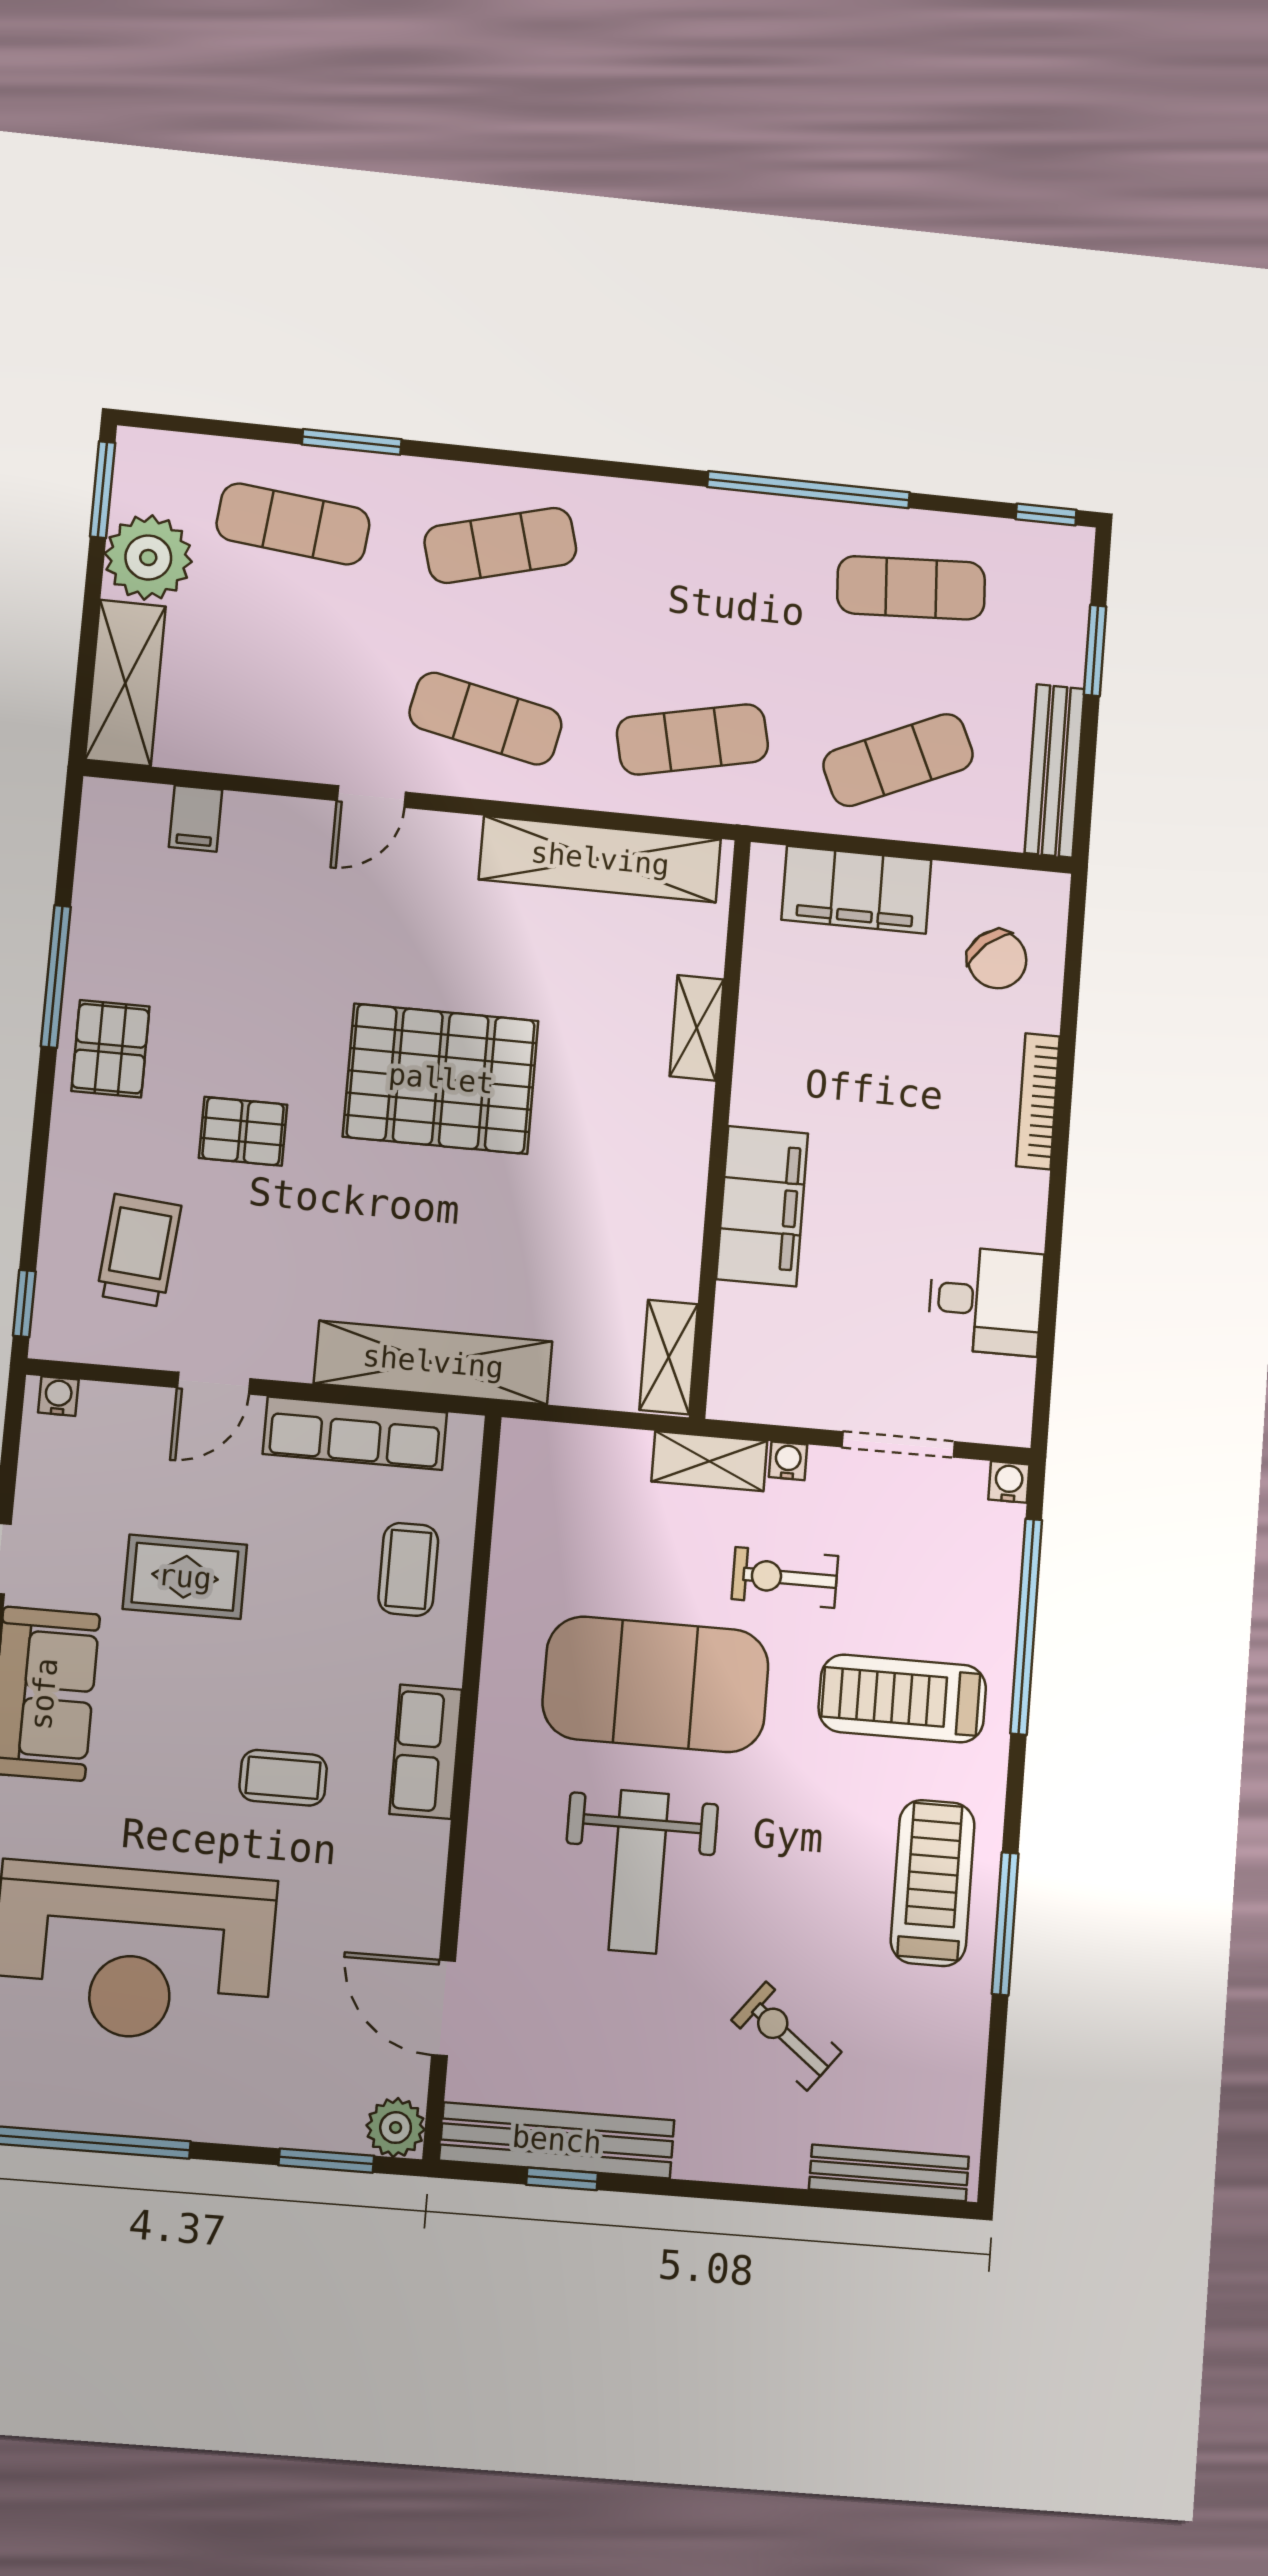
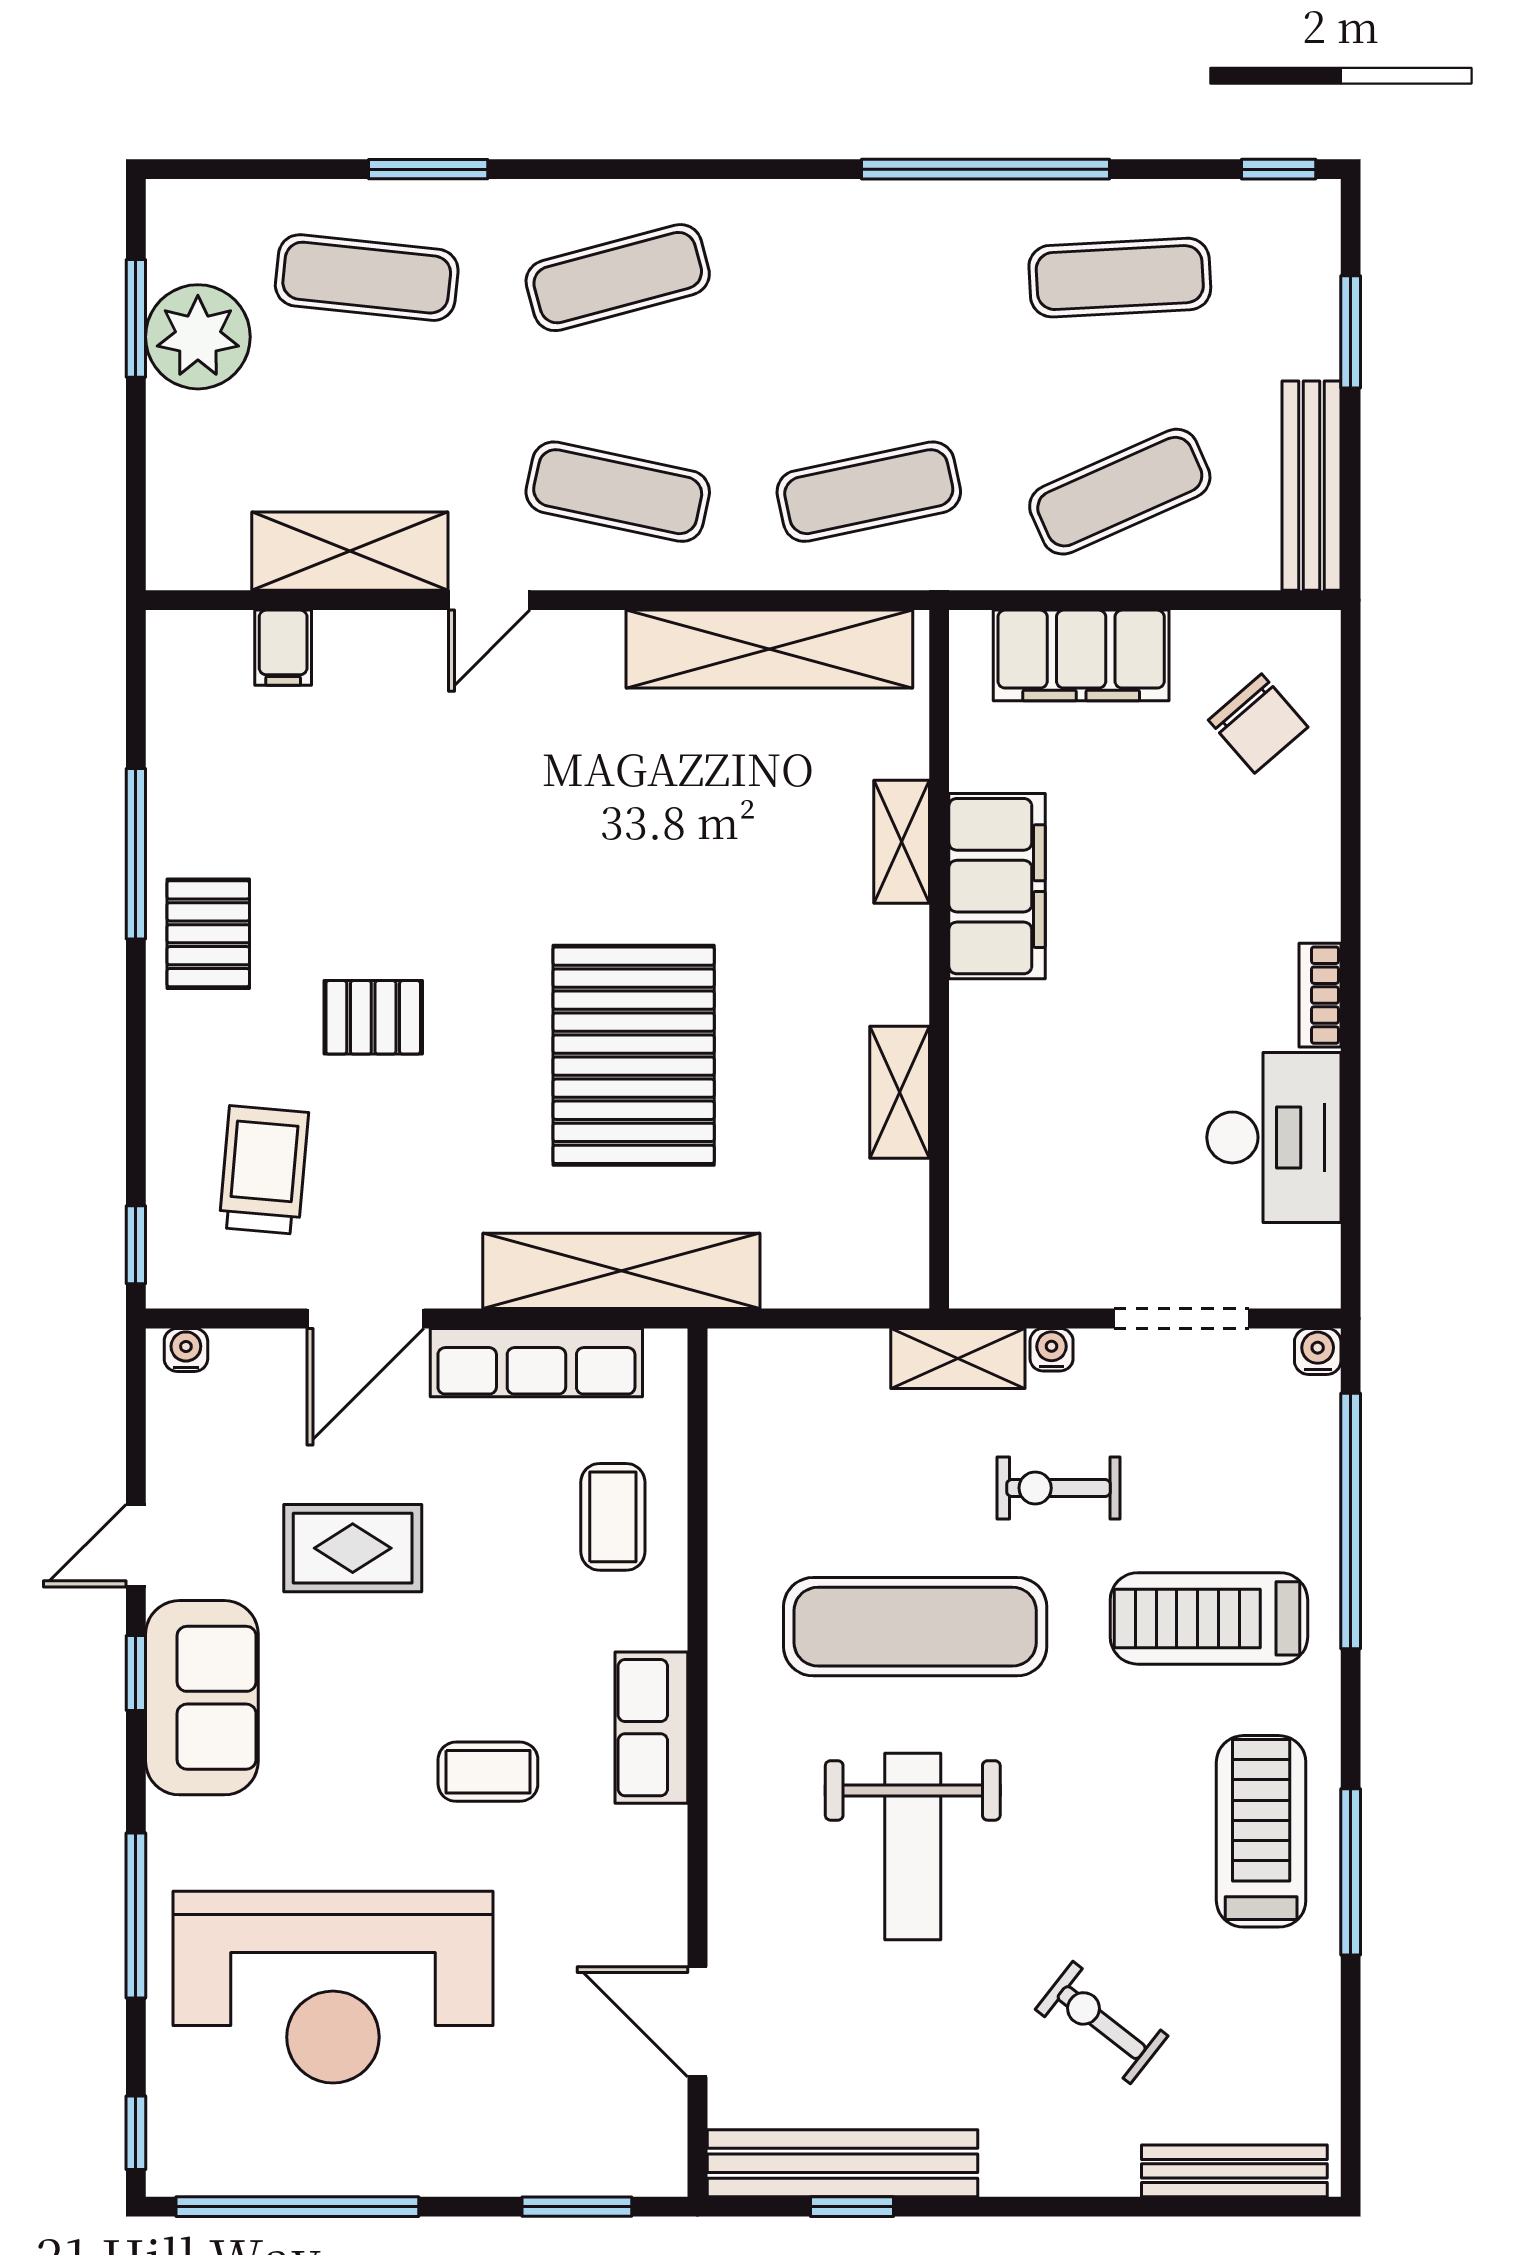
window: (103, 490) -> (136, 318), moved
shelving: (125, 683) -> (350, 551), moved, turned 90
pallet: (441, 1079) -> (634, 1055), moved, turned 90
bookcase: (1038, 1101) -> (1320, 995), moved, width x0.64
filing cabinet: (762, 1206) -> (997, 886), moved
desk: (985, 1301) -> (1274, 1137), width x1.37
shelving: (669, 1357) -> (900, 1092), moved
door: (214, 1383) -> (365, 1318), width x1.38
exercise mat: (656, 1684) -> (915, 1627), width x0.68
plant: (396, 2128) -> (654, 2163), removed

